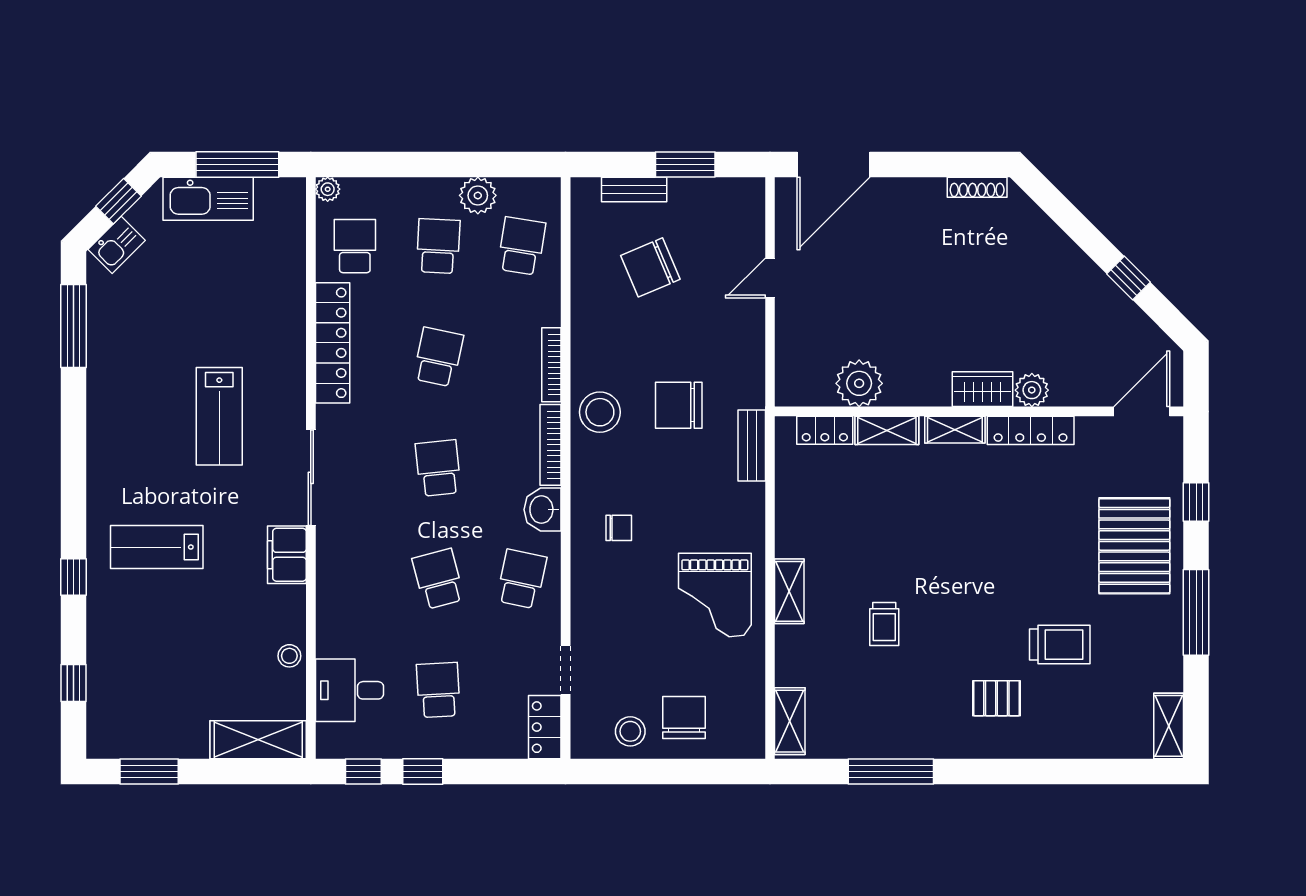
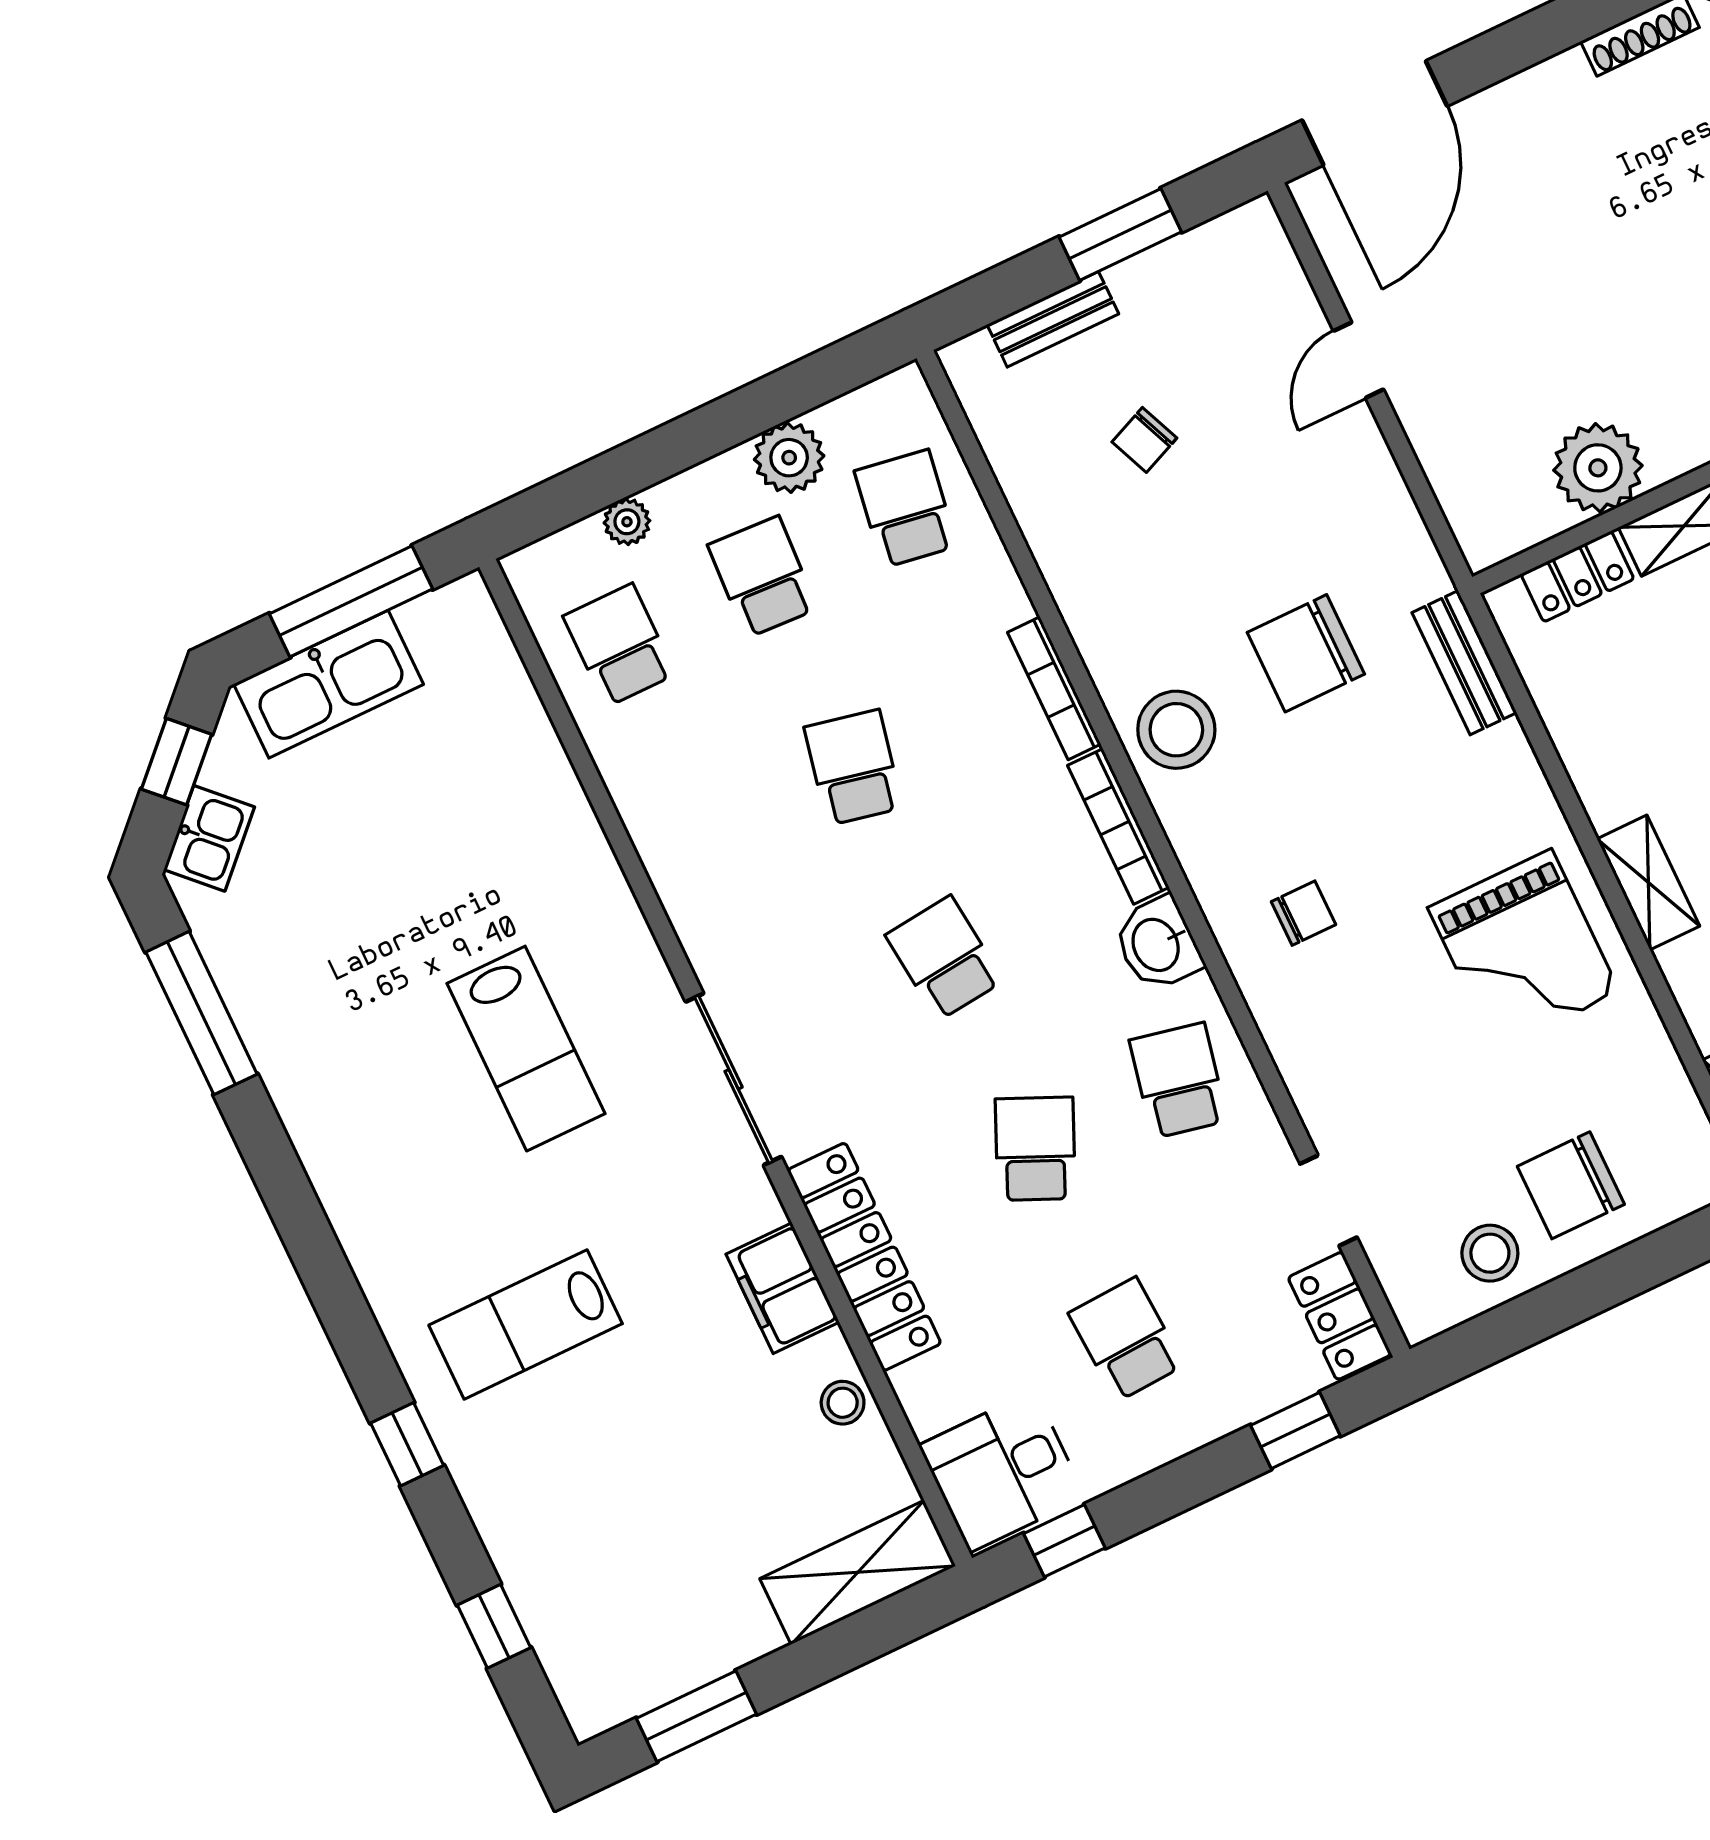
plant: (328, 189) -> (627, 522), moved
chair: (650, 267) -> (1144, 440), width x0.54, depth x0.54
locker: (333, 343) -> (864, 1257), moved
filing cabinet: (287, 555) -> (783, 1288), moved
school desk: (438, 579) -> (1035, 1149), turned 39
desk: (349, 690) -> (1002, 1471), moved
chair: (684, 717) -> (1571, 1185), turned -90
window: (423, 771) -> (1295, 1430), moved

